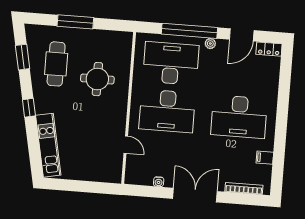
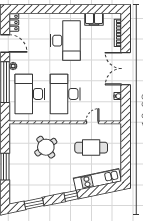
cafe table: (56, 64) -> (91, 148), moved
round table: (97, 79) -> (46, 147), turned -36
desk: (167, 111) -> (65, 94), turned 180
filing cabinet: (265, 158) -> (94, 19), width x2.00

